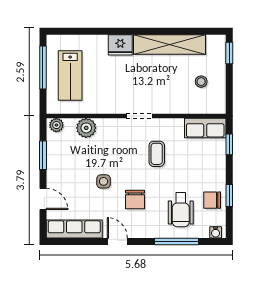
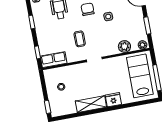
shelving: (169, 45) -> (91, 104), width x0.68
lab bench: (70, 76) -> (140, 76), width x1.36, depth x1.39
chair: (212, 200) -> (42, 17), removed

